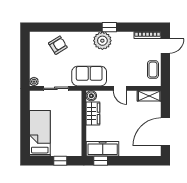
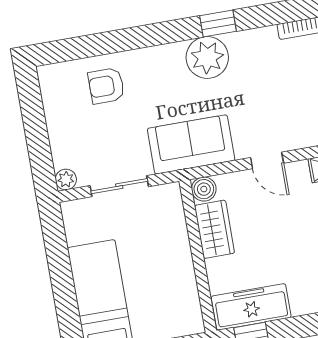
armchair: (58, 45) -> (106, 86), turned -148

